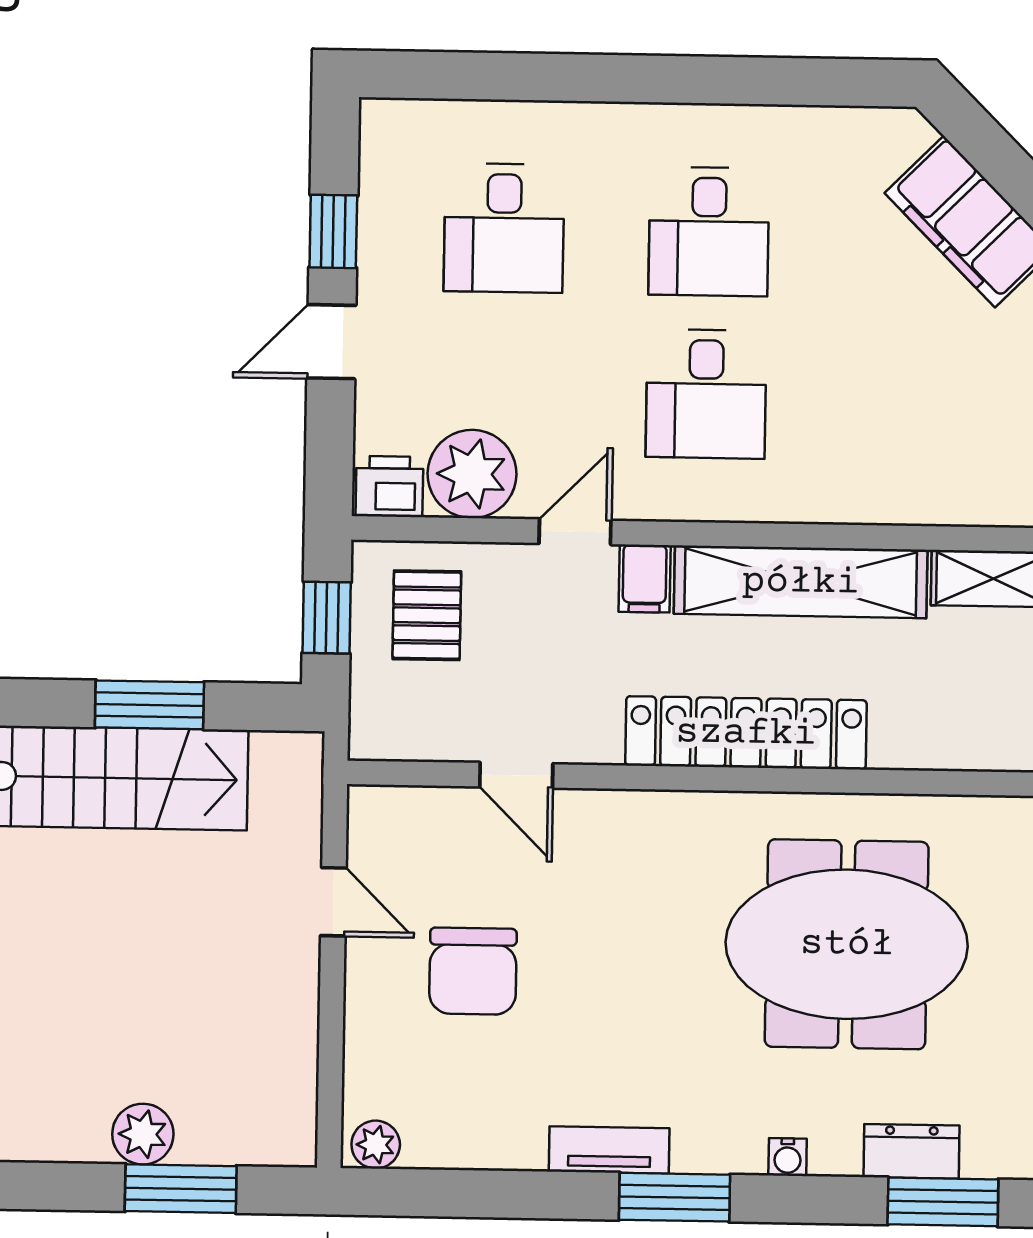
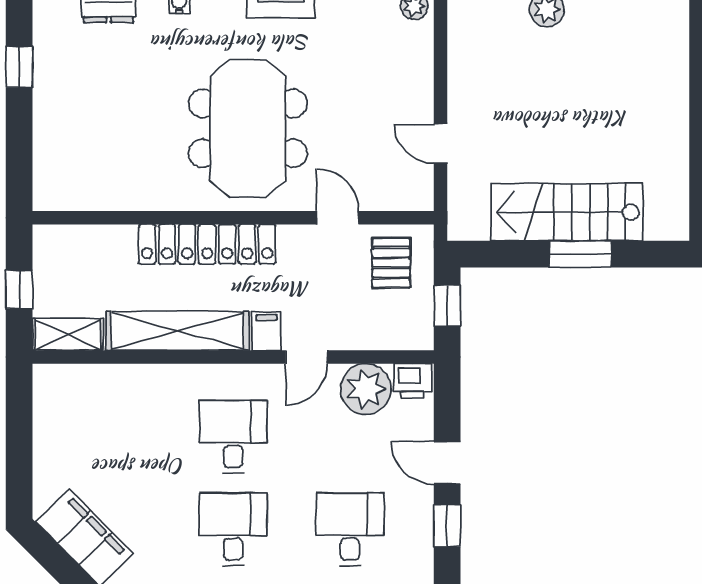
door: (331, 342) -> (447, 463), swing flipped
pallet: (427, 615) -> (391, 263), moved
window: (149, 705) -> (580, 254), moved
meeting table: (847, 944) -> (248, 128), moved, turned 90
chair: (473, 971) -> (360, 106), removed

